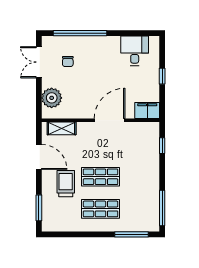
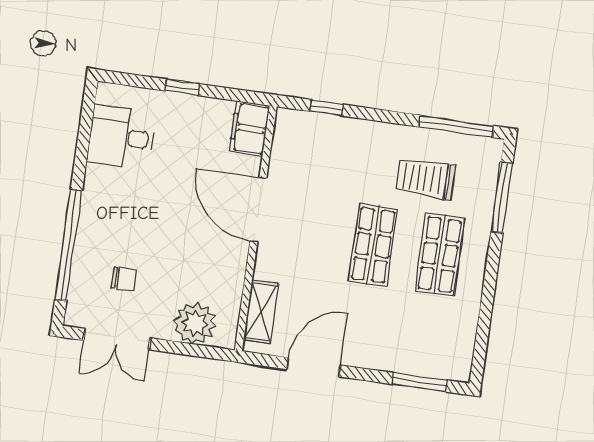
trolley: (66, 184) -> (426, 179), moved

